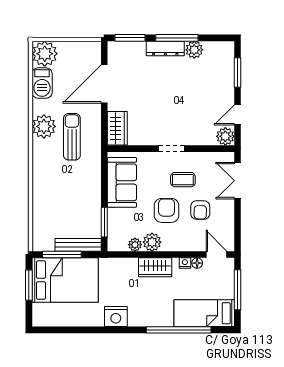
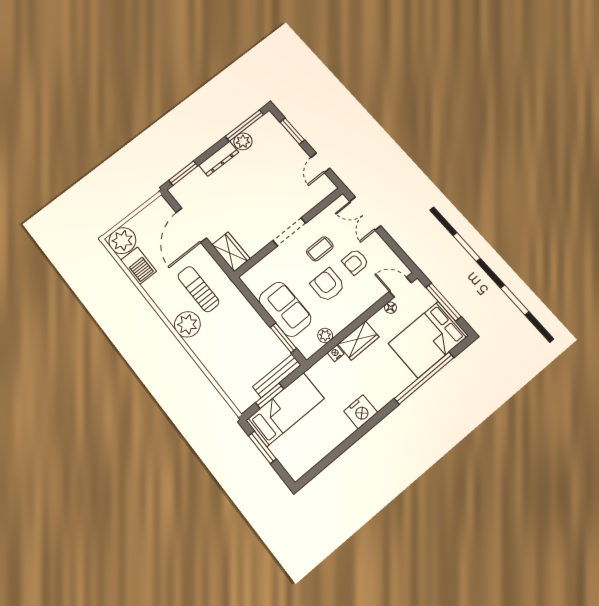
window: (177, 38) -> (244, 126), moved
plant: (44, 126) -> (187, 324), moved
plant: (225, 136) -> (325, 187), removed
doorway: (171, 149) -> (289, 232), width x1.38
sofa: (122, 182) -> (285, 309), moved
armchair: (200, 210) -> (355, 262), turned 89
plant: (152, 242) -> (338, 321), removed
window: (62, 255) -> (270, 396), width x0.69
nightstand: (185, 263) -> (336, 353), moved
bed: (65, 280) -> (285, 409), width x0.67
bed: (204, 313) -> (428, 339), width x1.50

